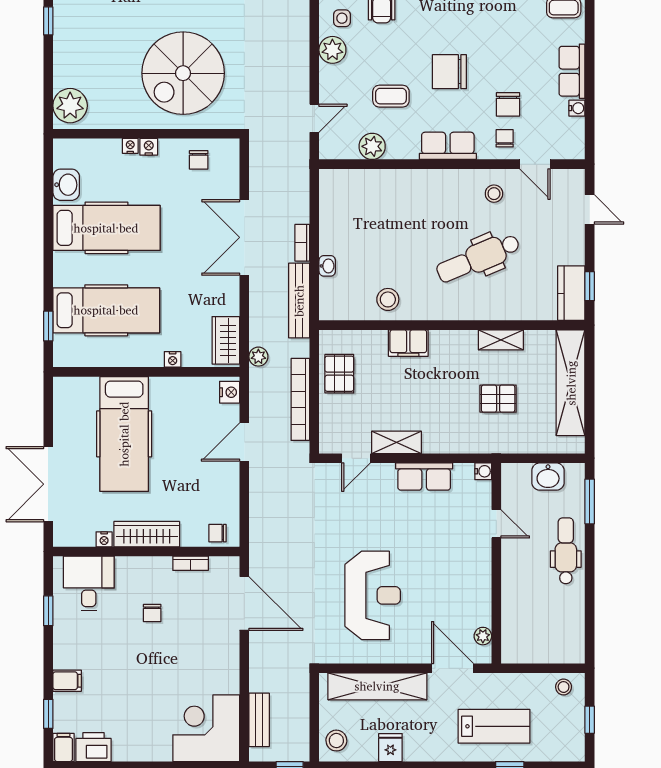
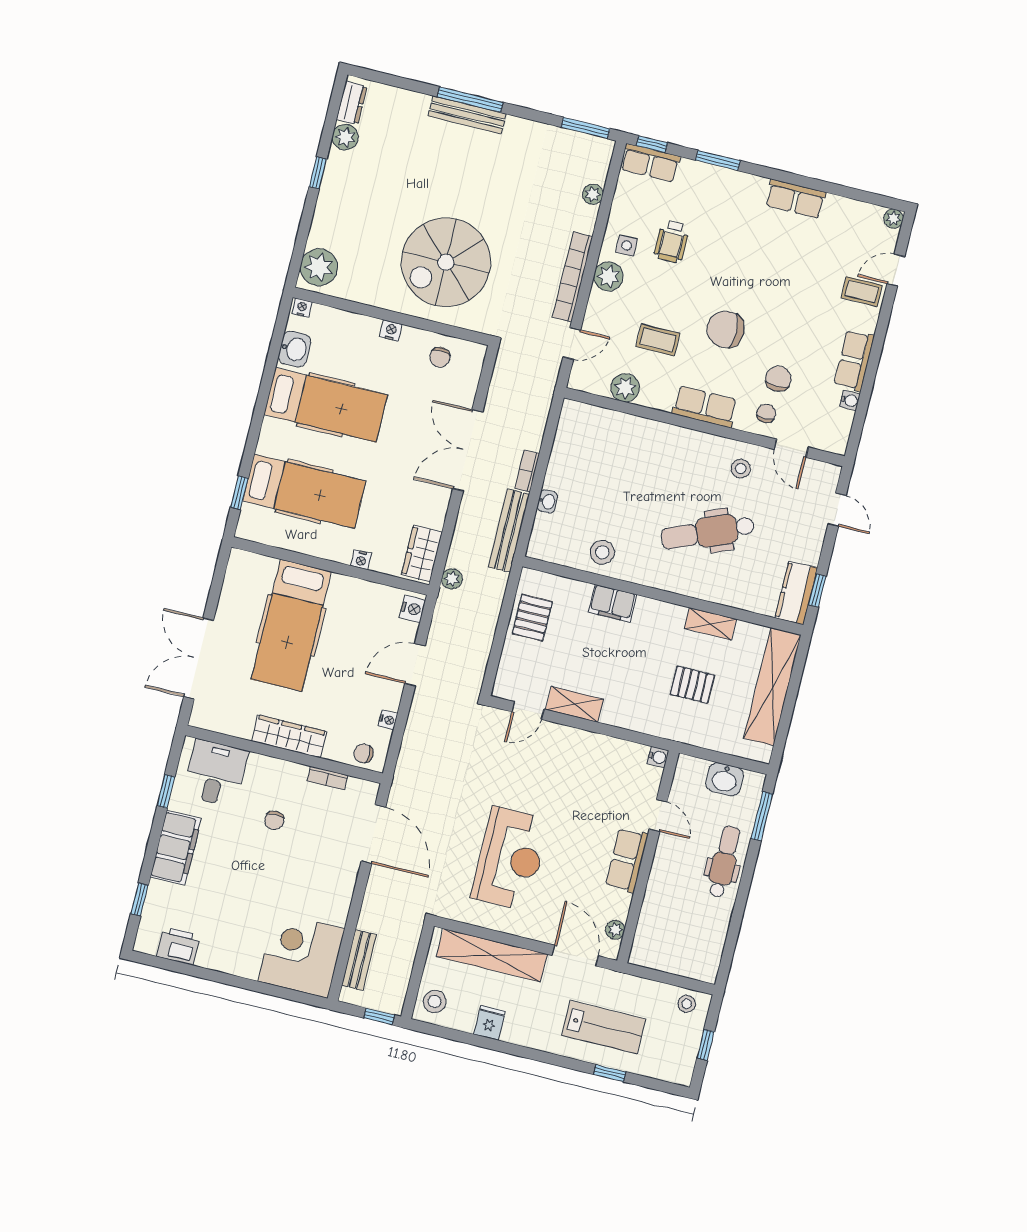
chair: (508, 104) -> (778, 379), turned 180
nightstand: (130, 146) -> (302, 308), moved
bookcase: (300, 399) -> (573, 277), moved
row of seats: (424, 477) -> (627, 860), moved, turned 90
nightstand: (104, 539) -> (388, 720), moved, turned -90
filing cabinet: (67, 681) -> (176, 848), width x3.00, depth x1.17
filing cabinet: (64, 747) -> (147, 938), removed

